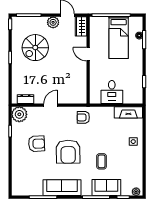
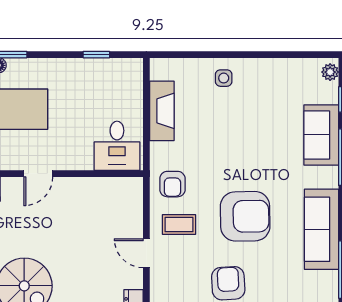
desk: (112, 92) -> (117, 146), moved, turned 90
fireplace: (128, 112) -> (162, 111), moved
coffee table: (102, 161) -> (179, 225), moved

